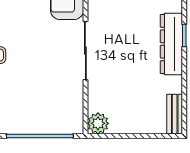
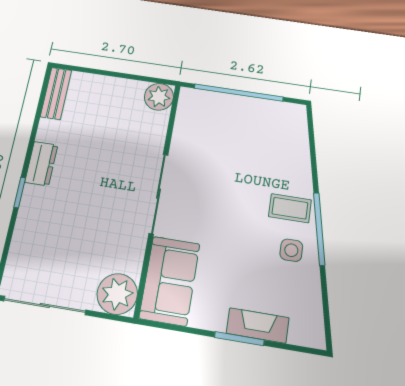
dresser: (171, 44) -> (41, 164), width x0.51, depth x0.80

